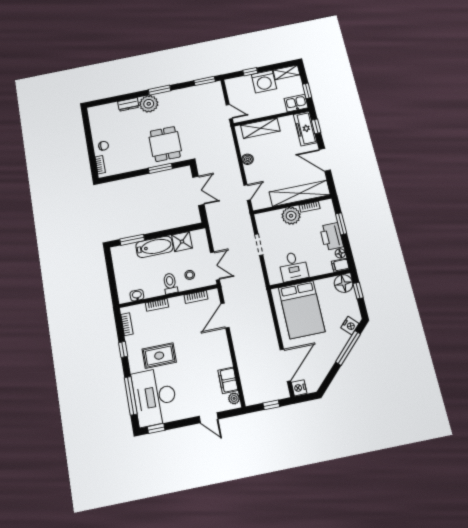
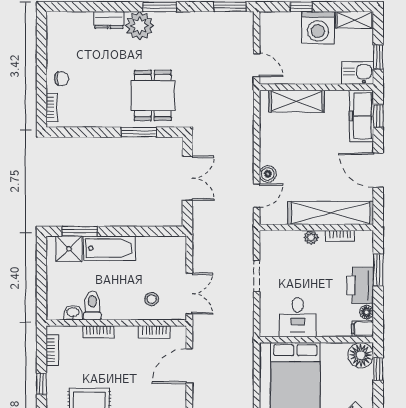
boiler: (248, 159) -> (268, 174), moved
plant: (291, 216) -> (311, 237), width x0.53, depth x0.53
shower: (182, 242) -> (69, 249), moved
toilet: (170, 283) -> (92, 306), moved

